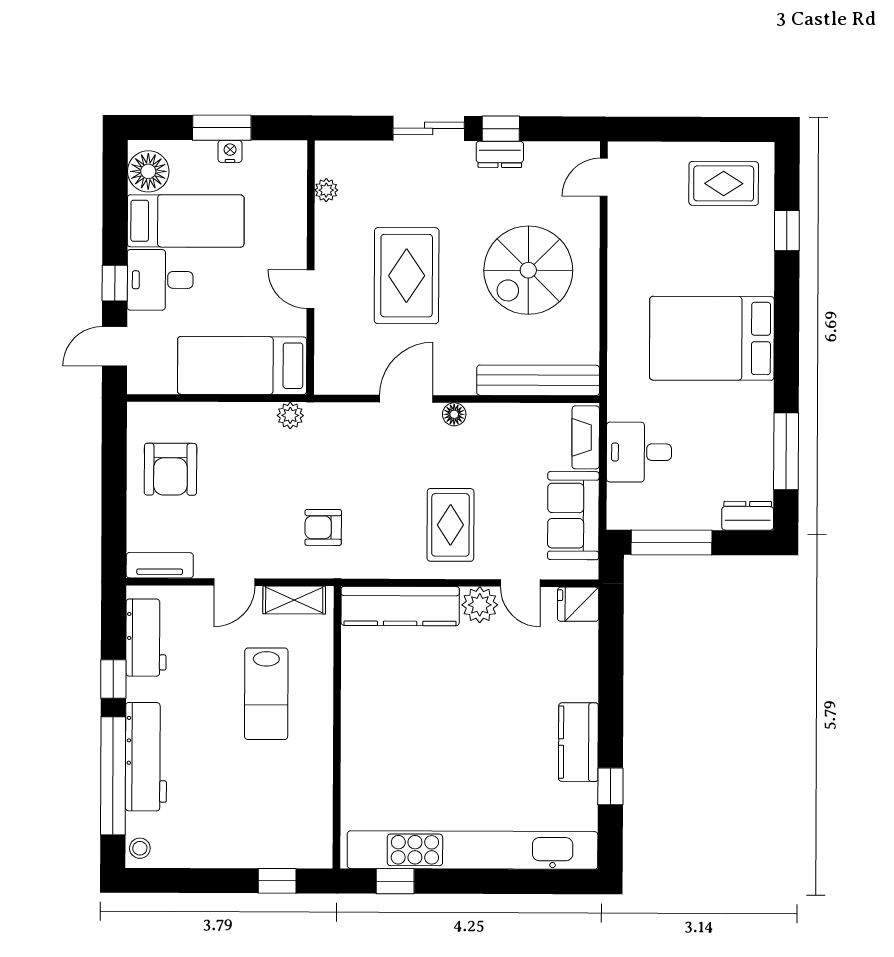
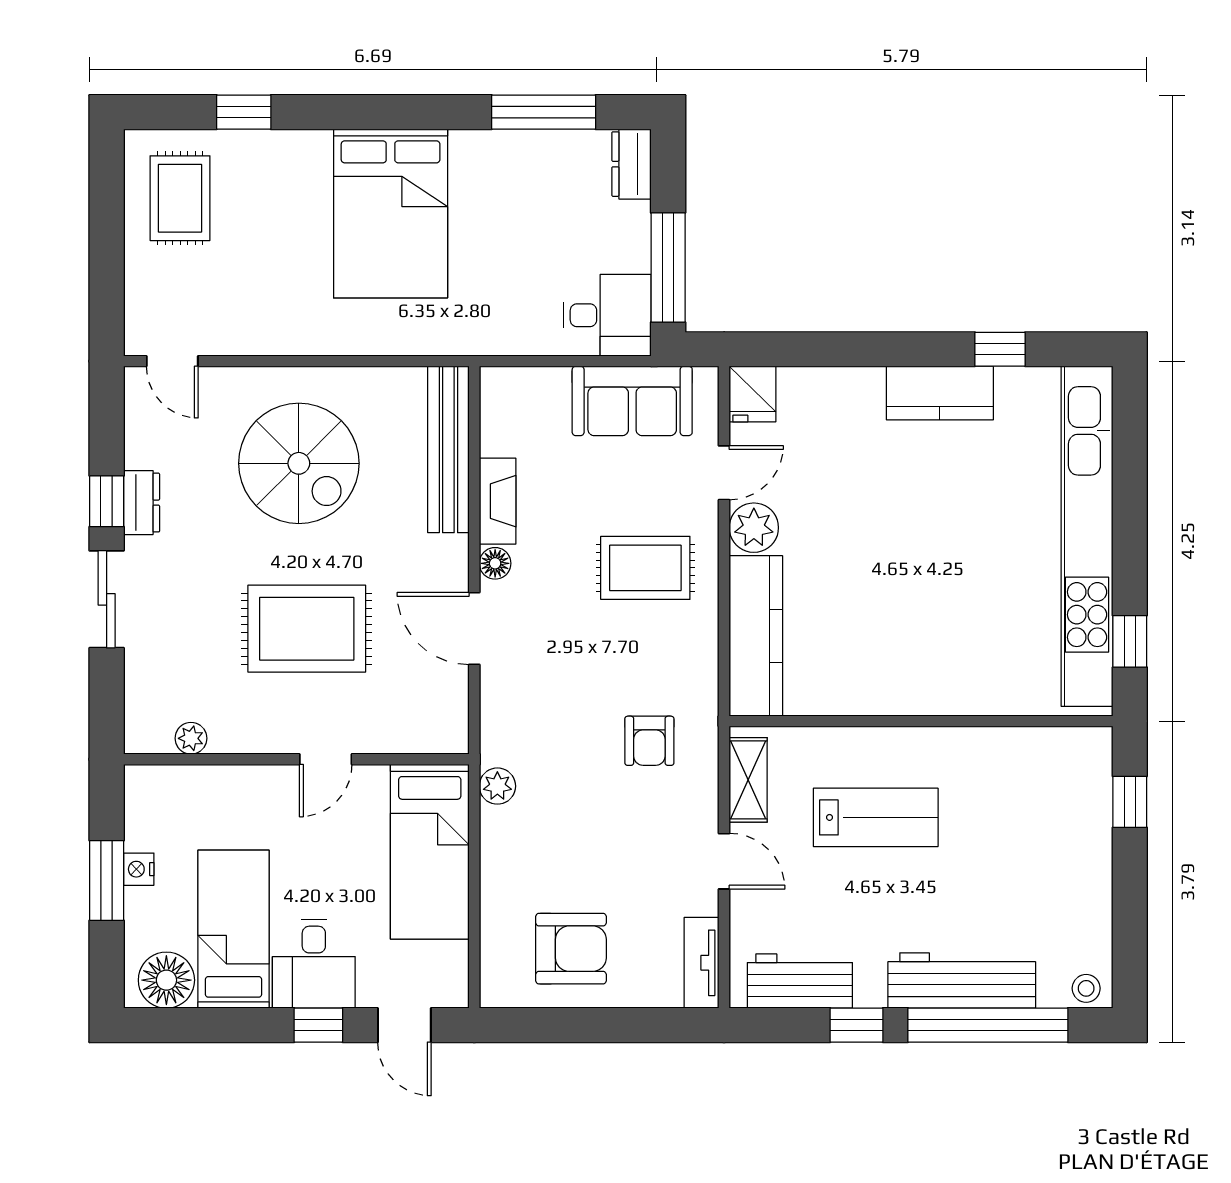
fireplace: (586, 437) -> (498, 501), moved, turned -90
desk: (639, 452) -> (607, 315), moved, turned -90

